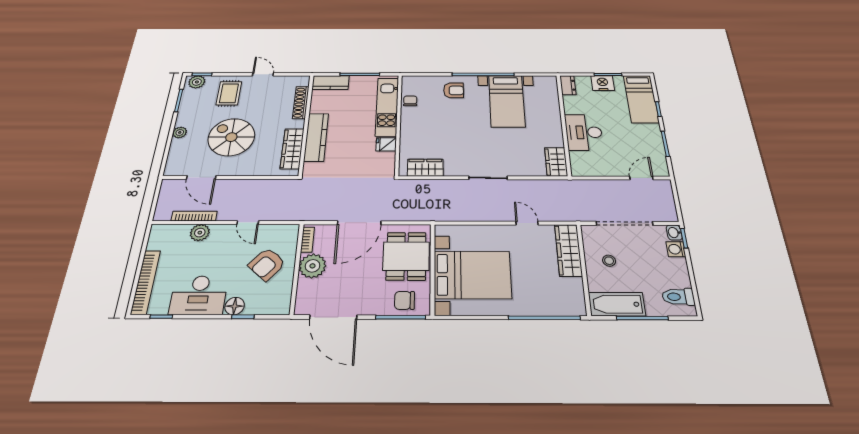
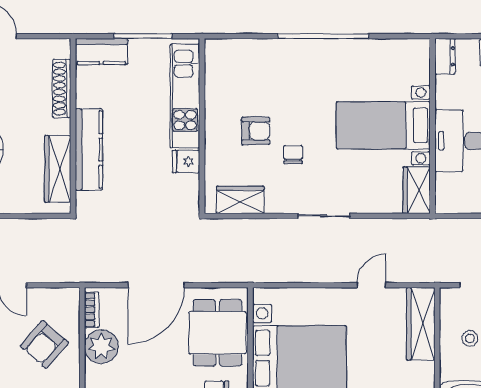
armchair: (454, 90) -> (256, 131), moved
chair: (410, 101) -> (293, 155), moved
bed with nightstands: (507, 101) -> (383, 125), moved, turned 90
door: (527, 223) -> (371, 285), hinge flipped

